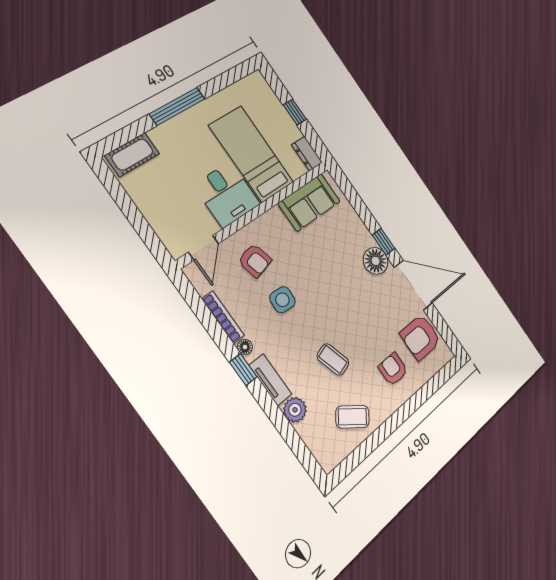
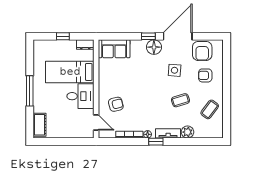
sofa: (309, 202) -> (114, 49), moved, turned 90
side table: (282, 300) -> (175, 70), moved

